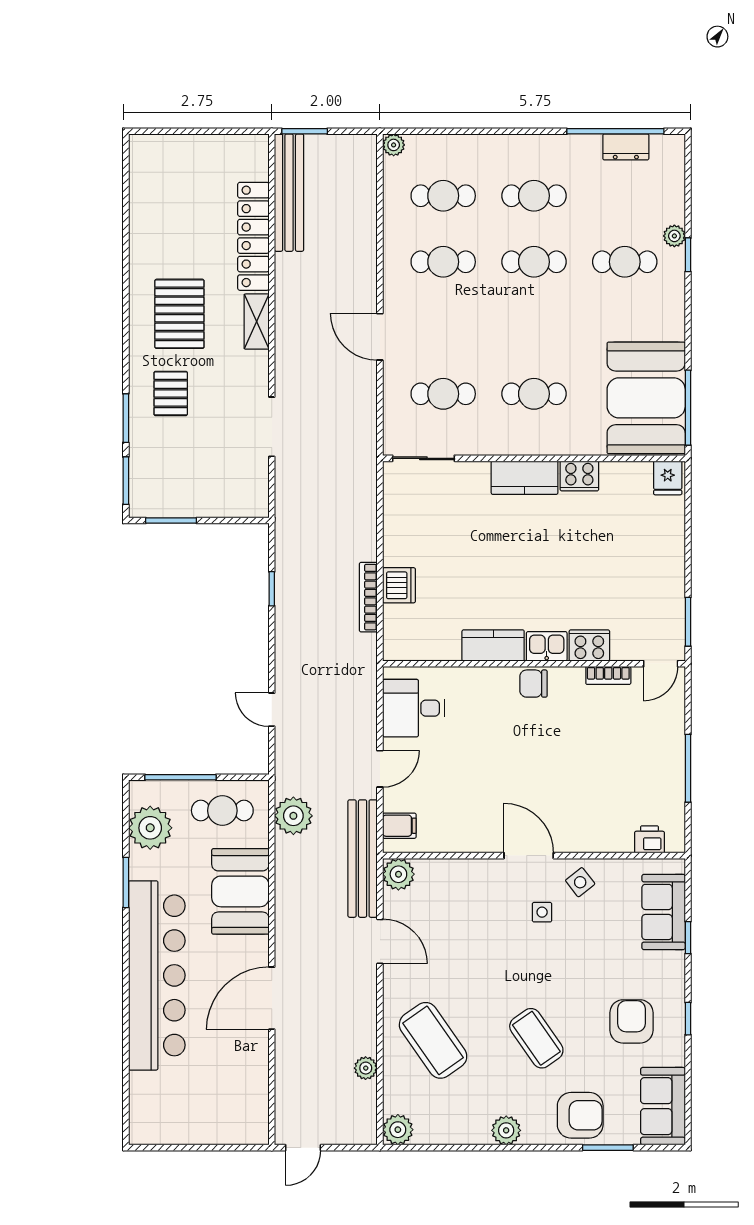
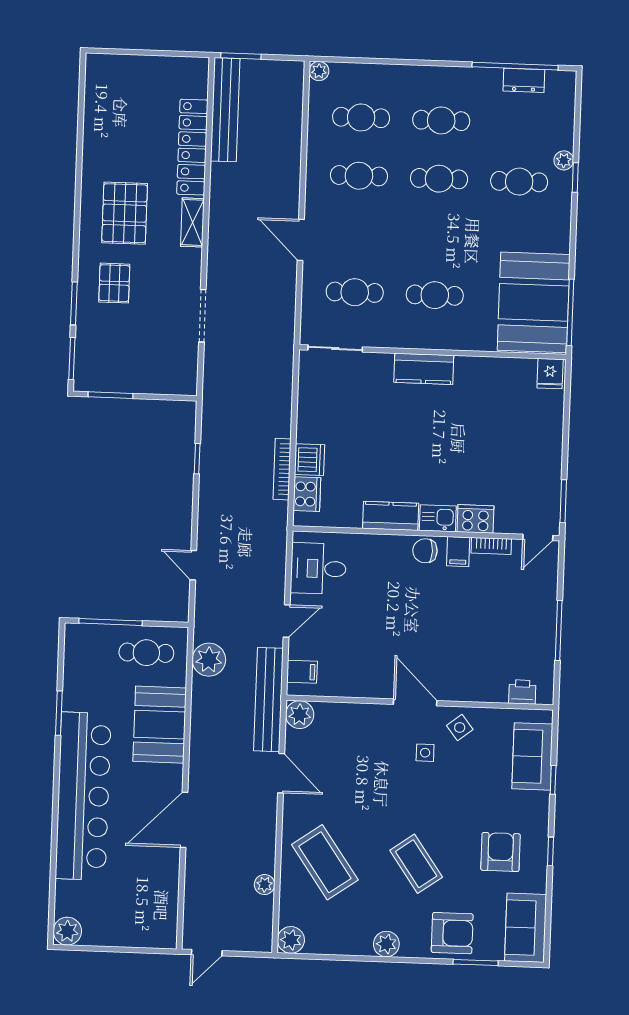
cooker: (579, 476) -> (307, 494), moved, turned -90
filing cabinet: (571, 683) -> (458, 552), added
plant: (150, 828) -> (67, 931), moved, width x0.73, depth x0.73

